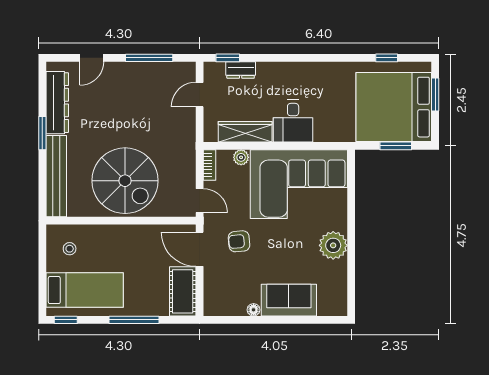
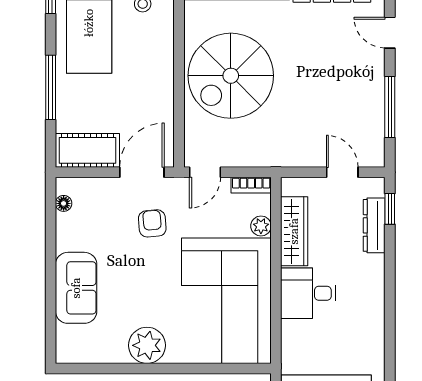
dresser: (241, 70) -> (374, 225), width x1.44
floor lamp: (254, 310) -> (64, 203), moved

